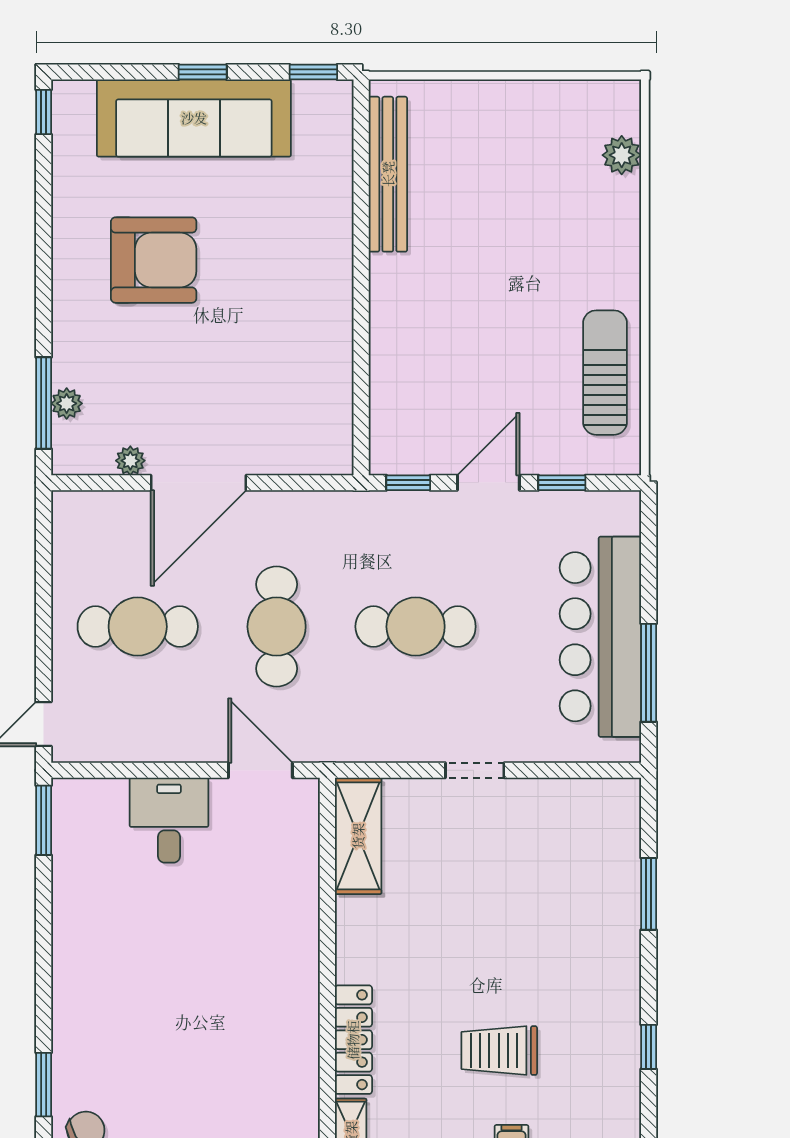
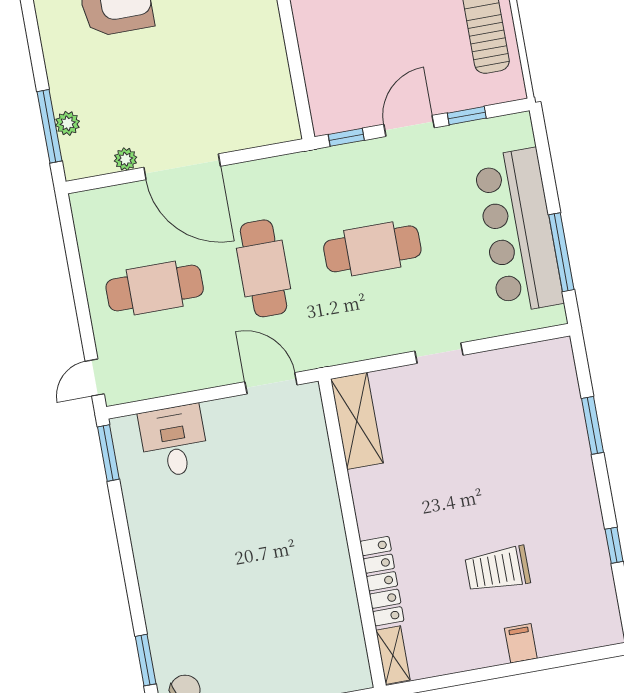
door: (199, 483) -> (182, 167), hinge flipped
desk: (169, 820) -> (174, 441), moved

